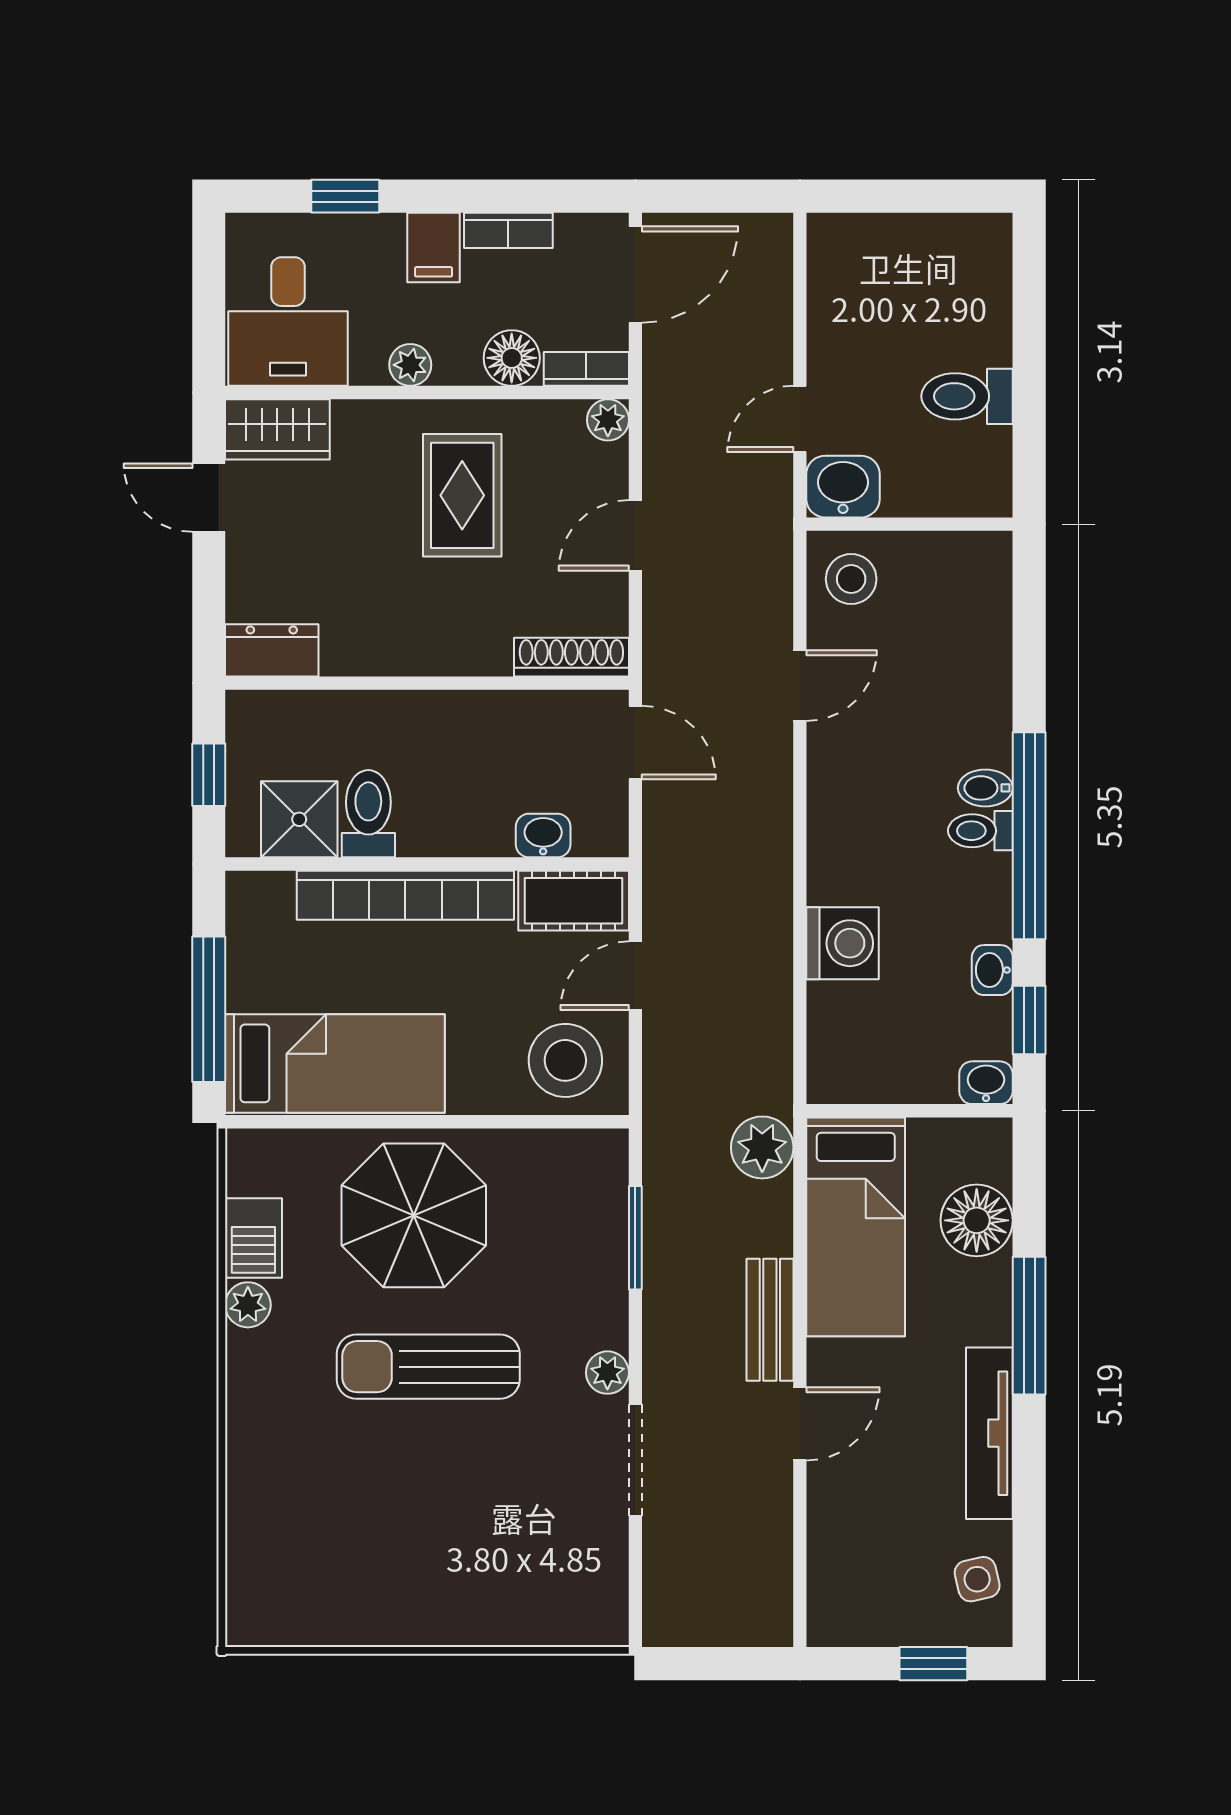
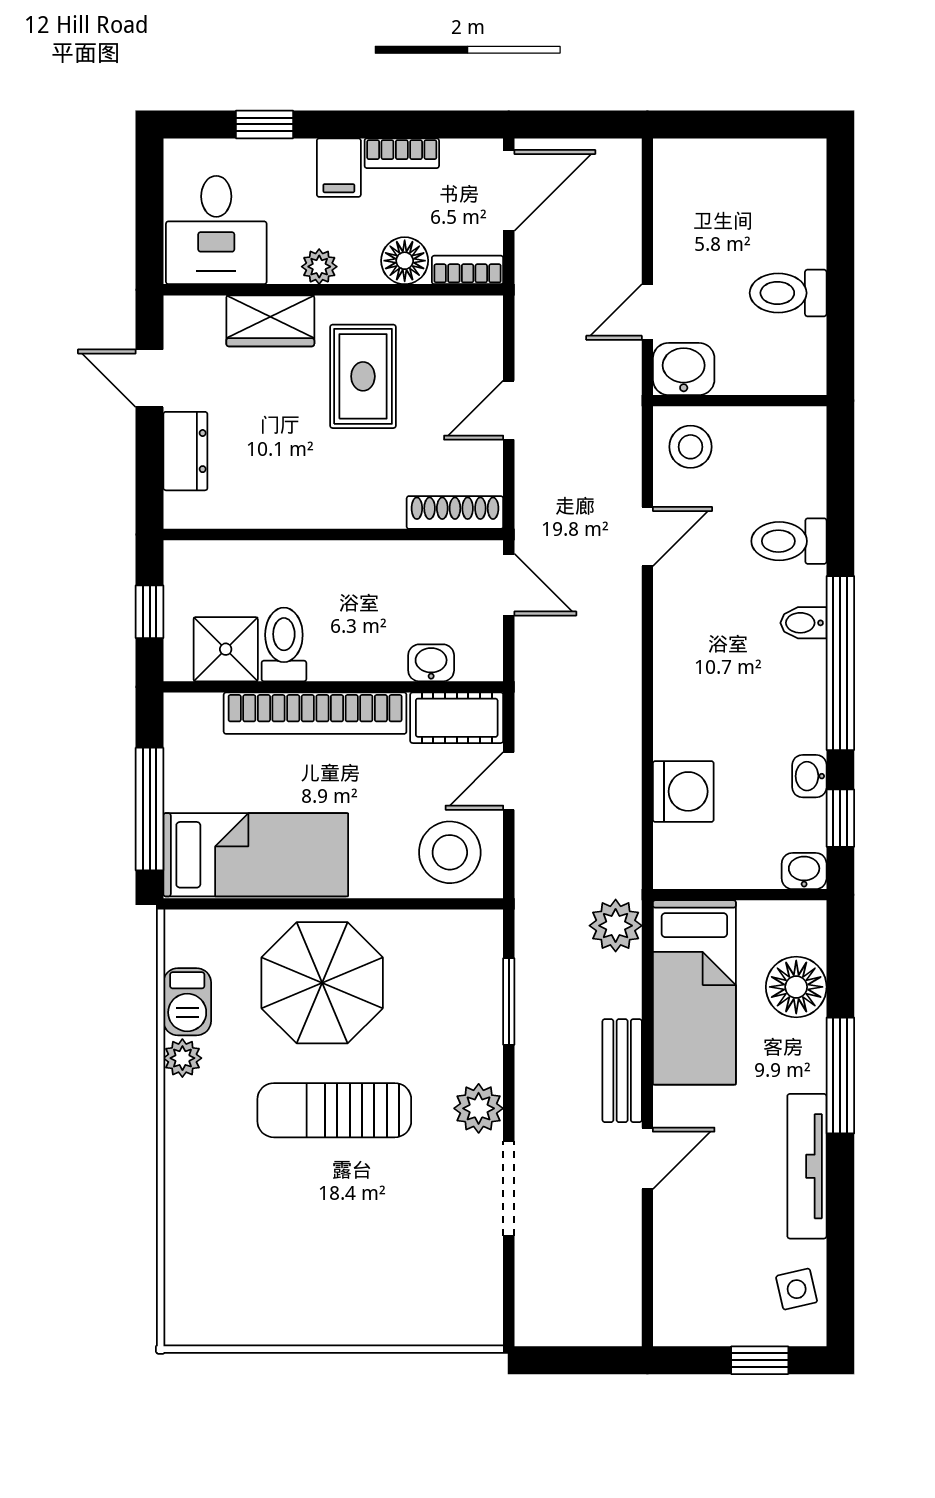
plant: (608, 420) -> (486, 313), removed
wardrobe: (277, 429) -> (270, 321), moved
dresser: (272, 650) -> (185, 451), moved, turned 90
toilet: (980, 831) -> (789, 541), moved, width x1.37, depth x1.39
washing machine: (843, 943) -> (683, 791), moved
plant: (607, 1373) -> (479, 1108), width x1.38, depth x1.38

